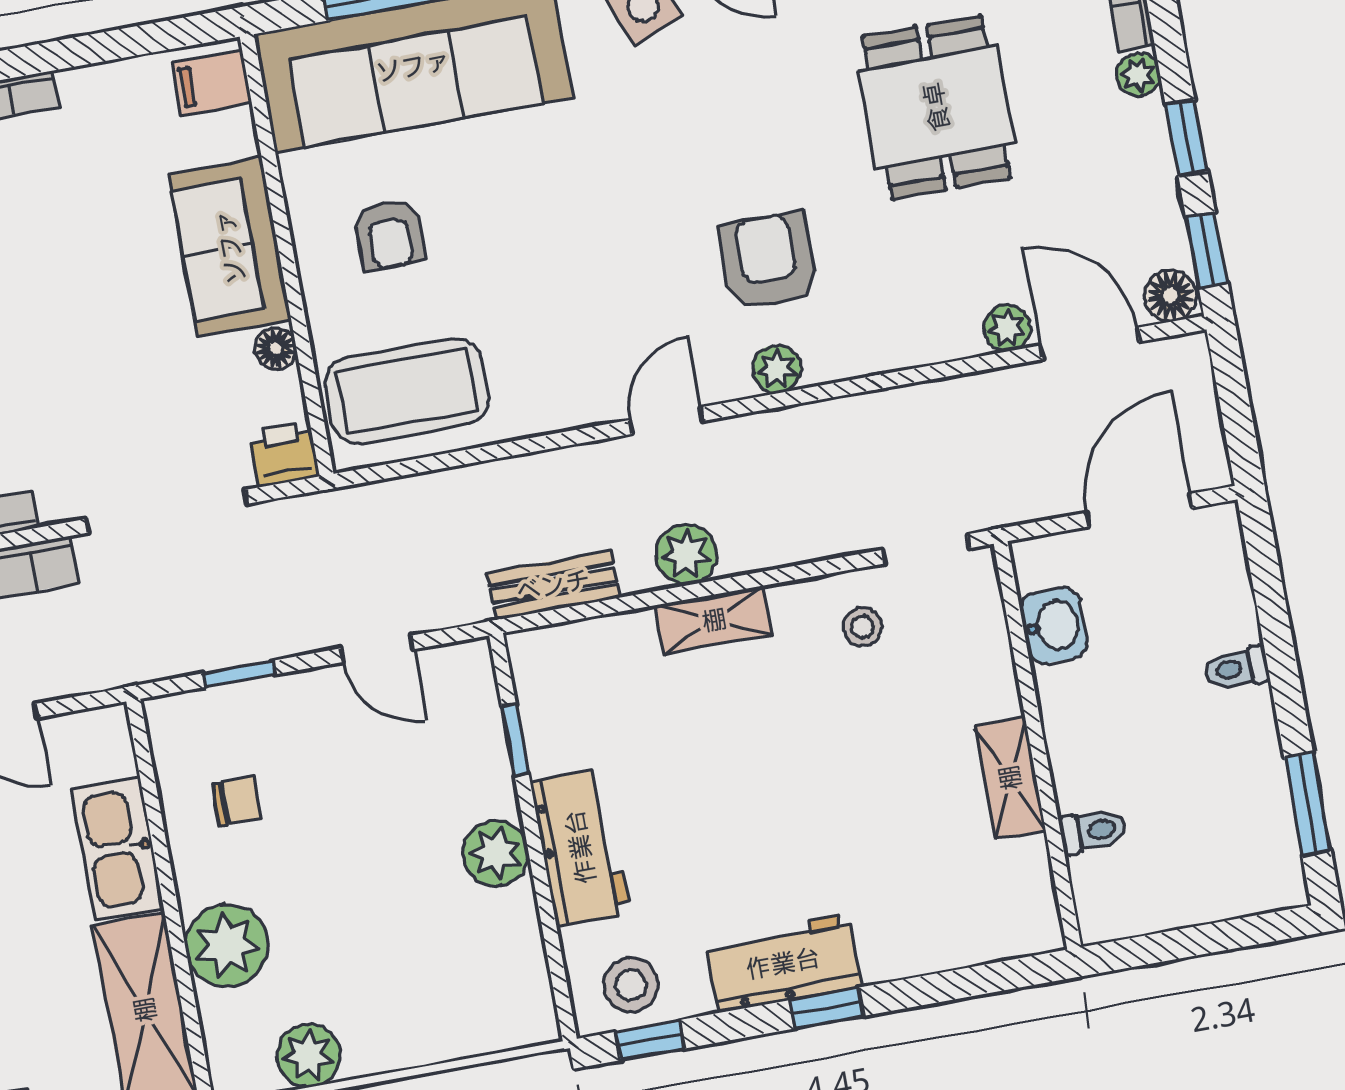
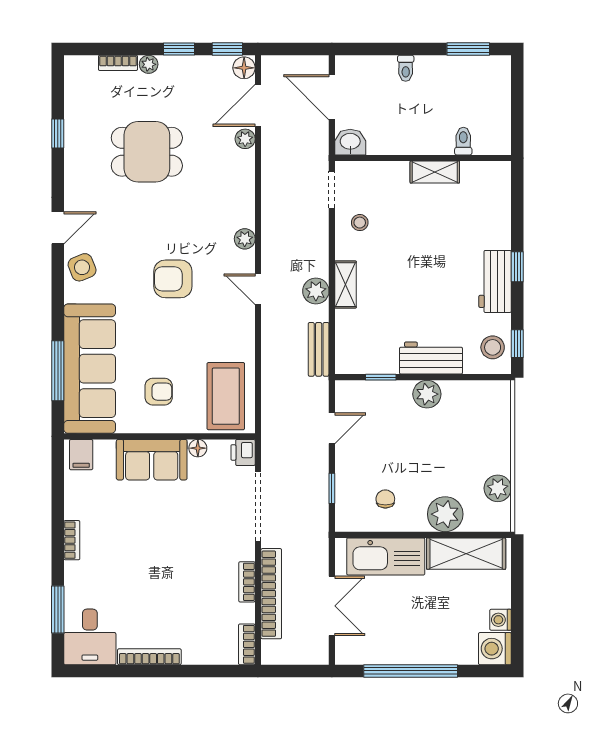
armchair: (768, 261) -> (173, 279), moved
washbasin: (1054, 625) -> (350, 142), moved
kitchen sink: (117, 849) -> (386, 556), width x1.36, depth x1.24

